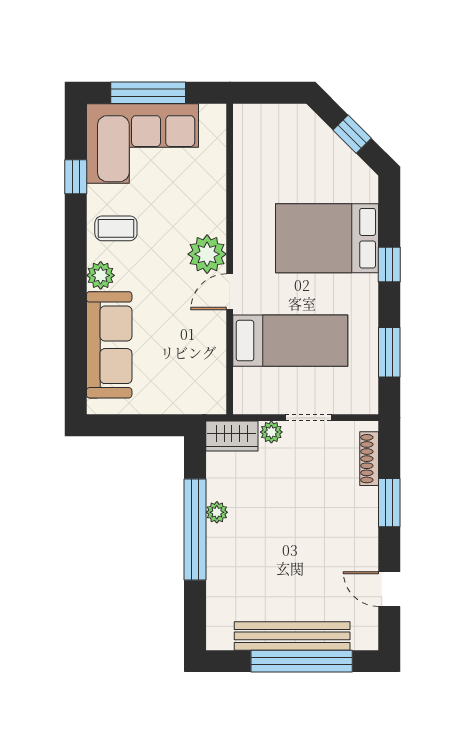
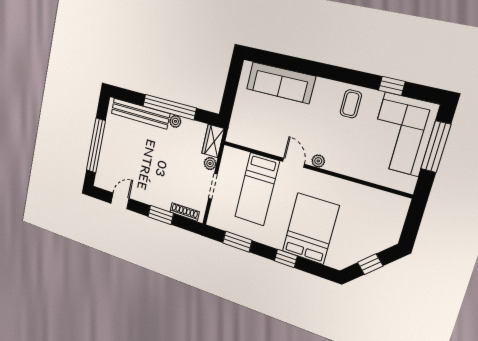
plant: (207, 254) -> (318, 161), width x0.53, depth x0.53
plant: (101, 275) -> (324, 87), removed
bench: (292, 636) -> (140, 113), moved, turned 90

